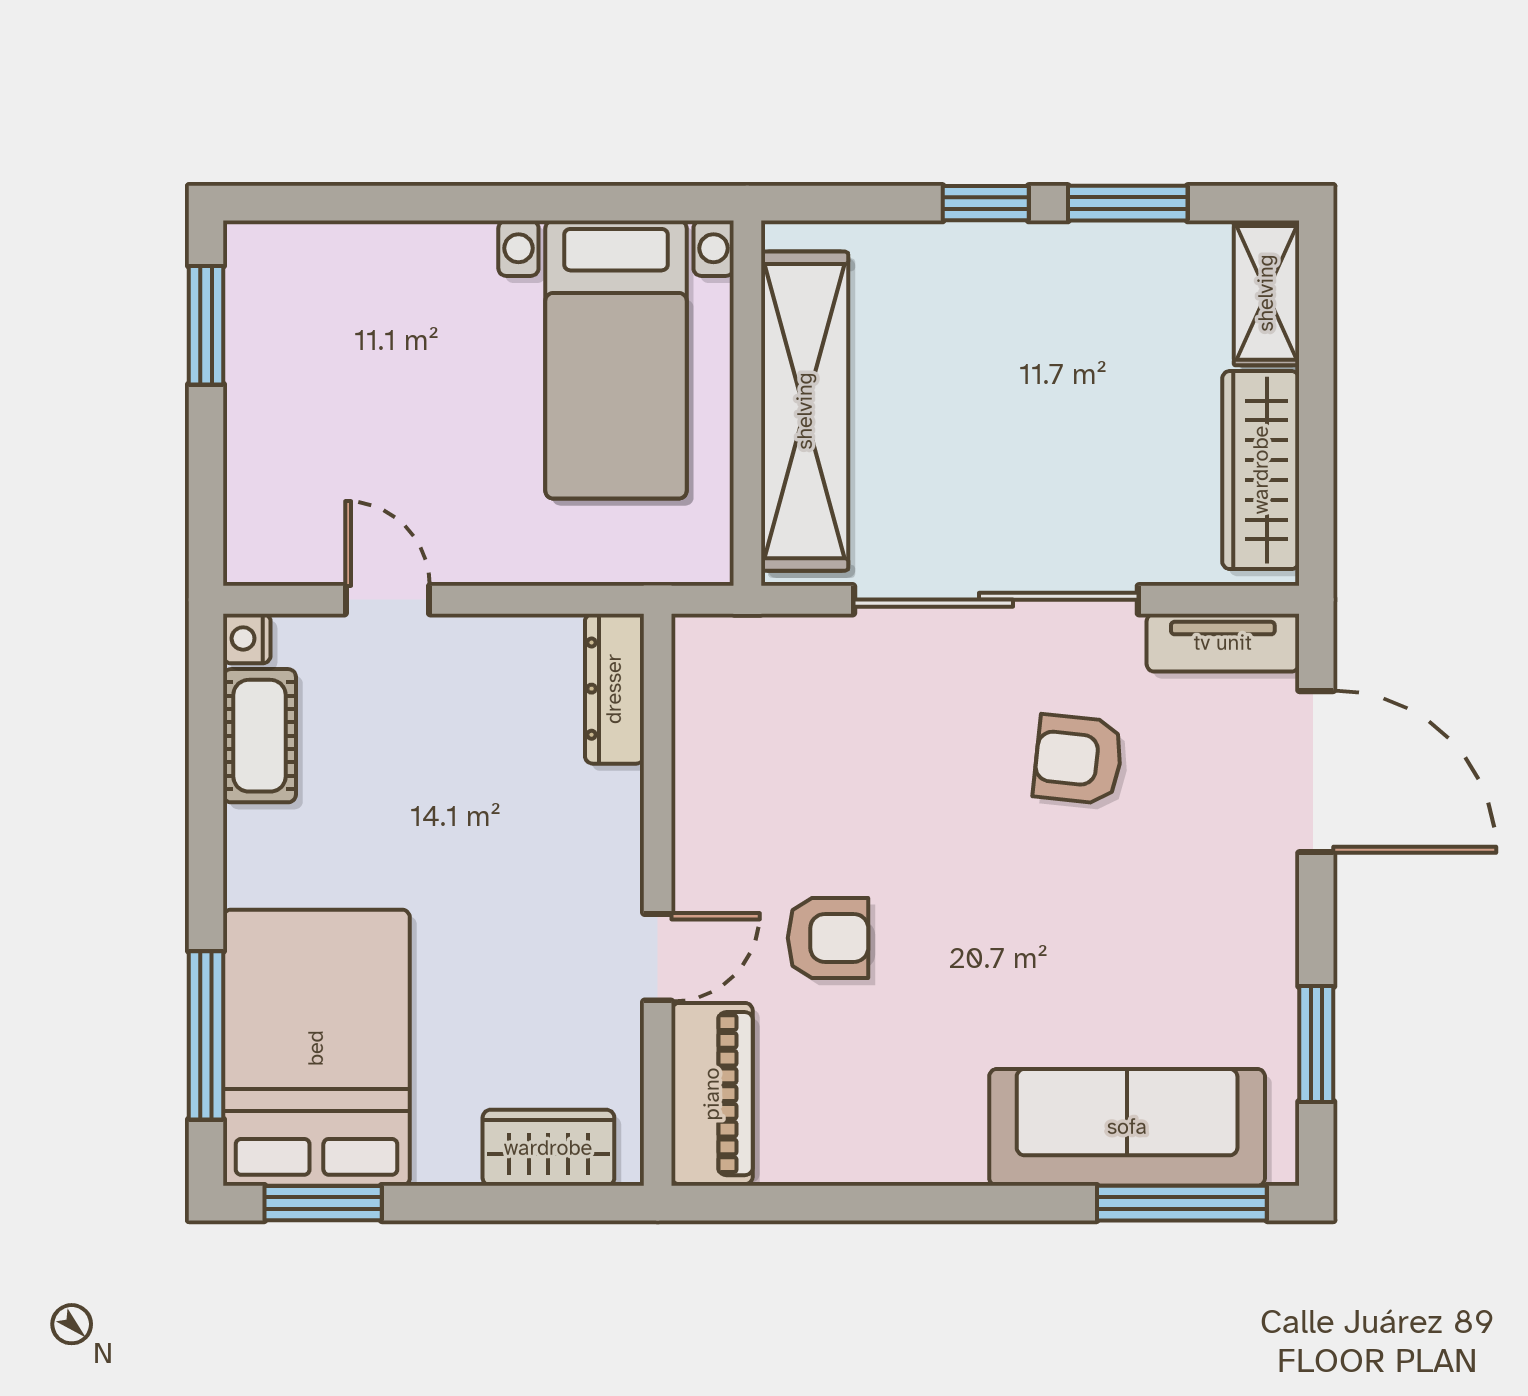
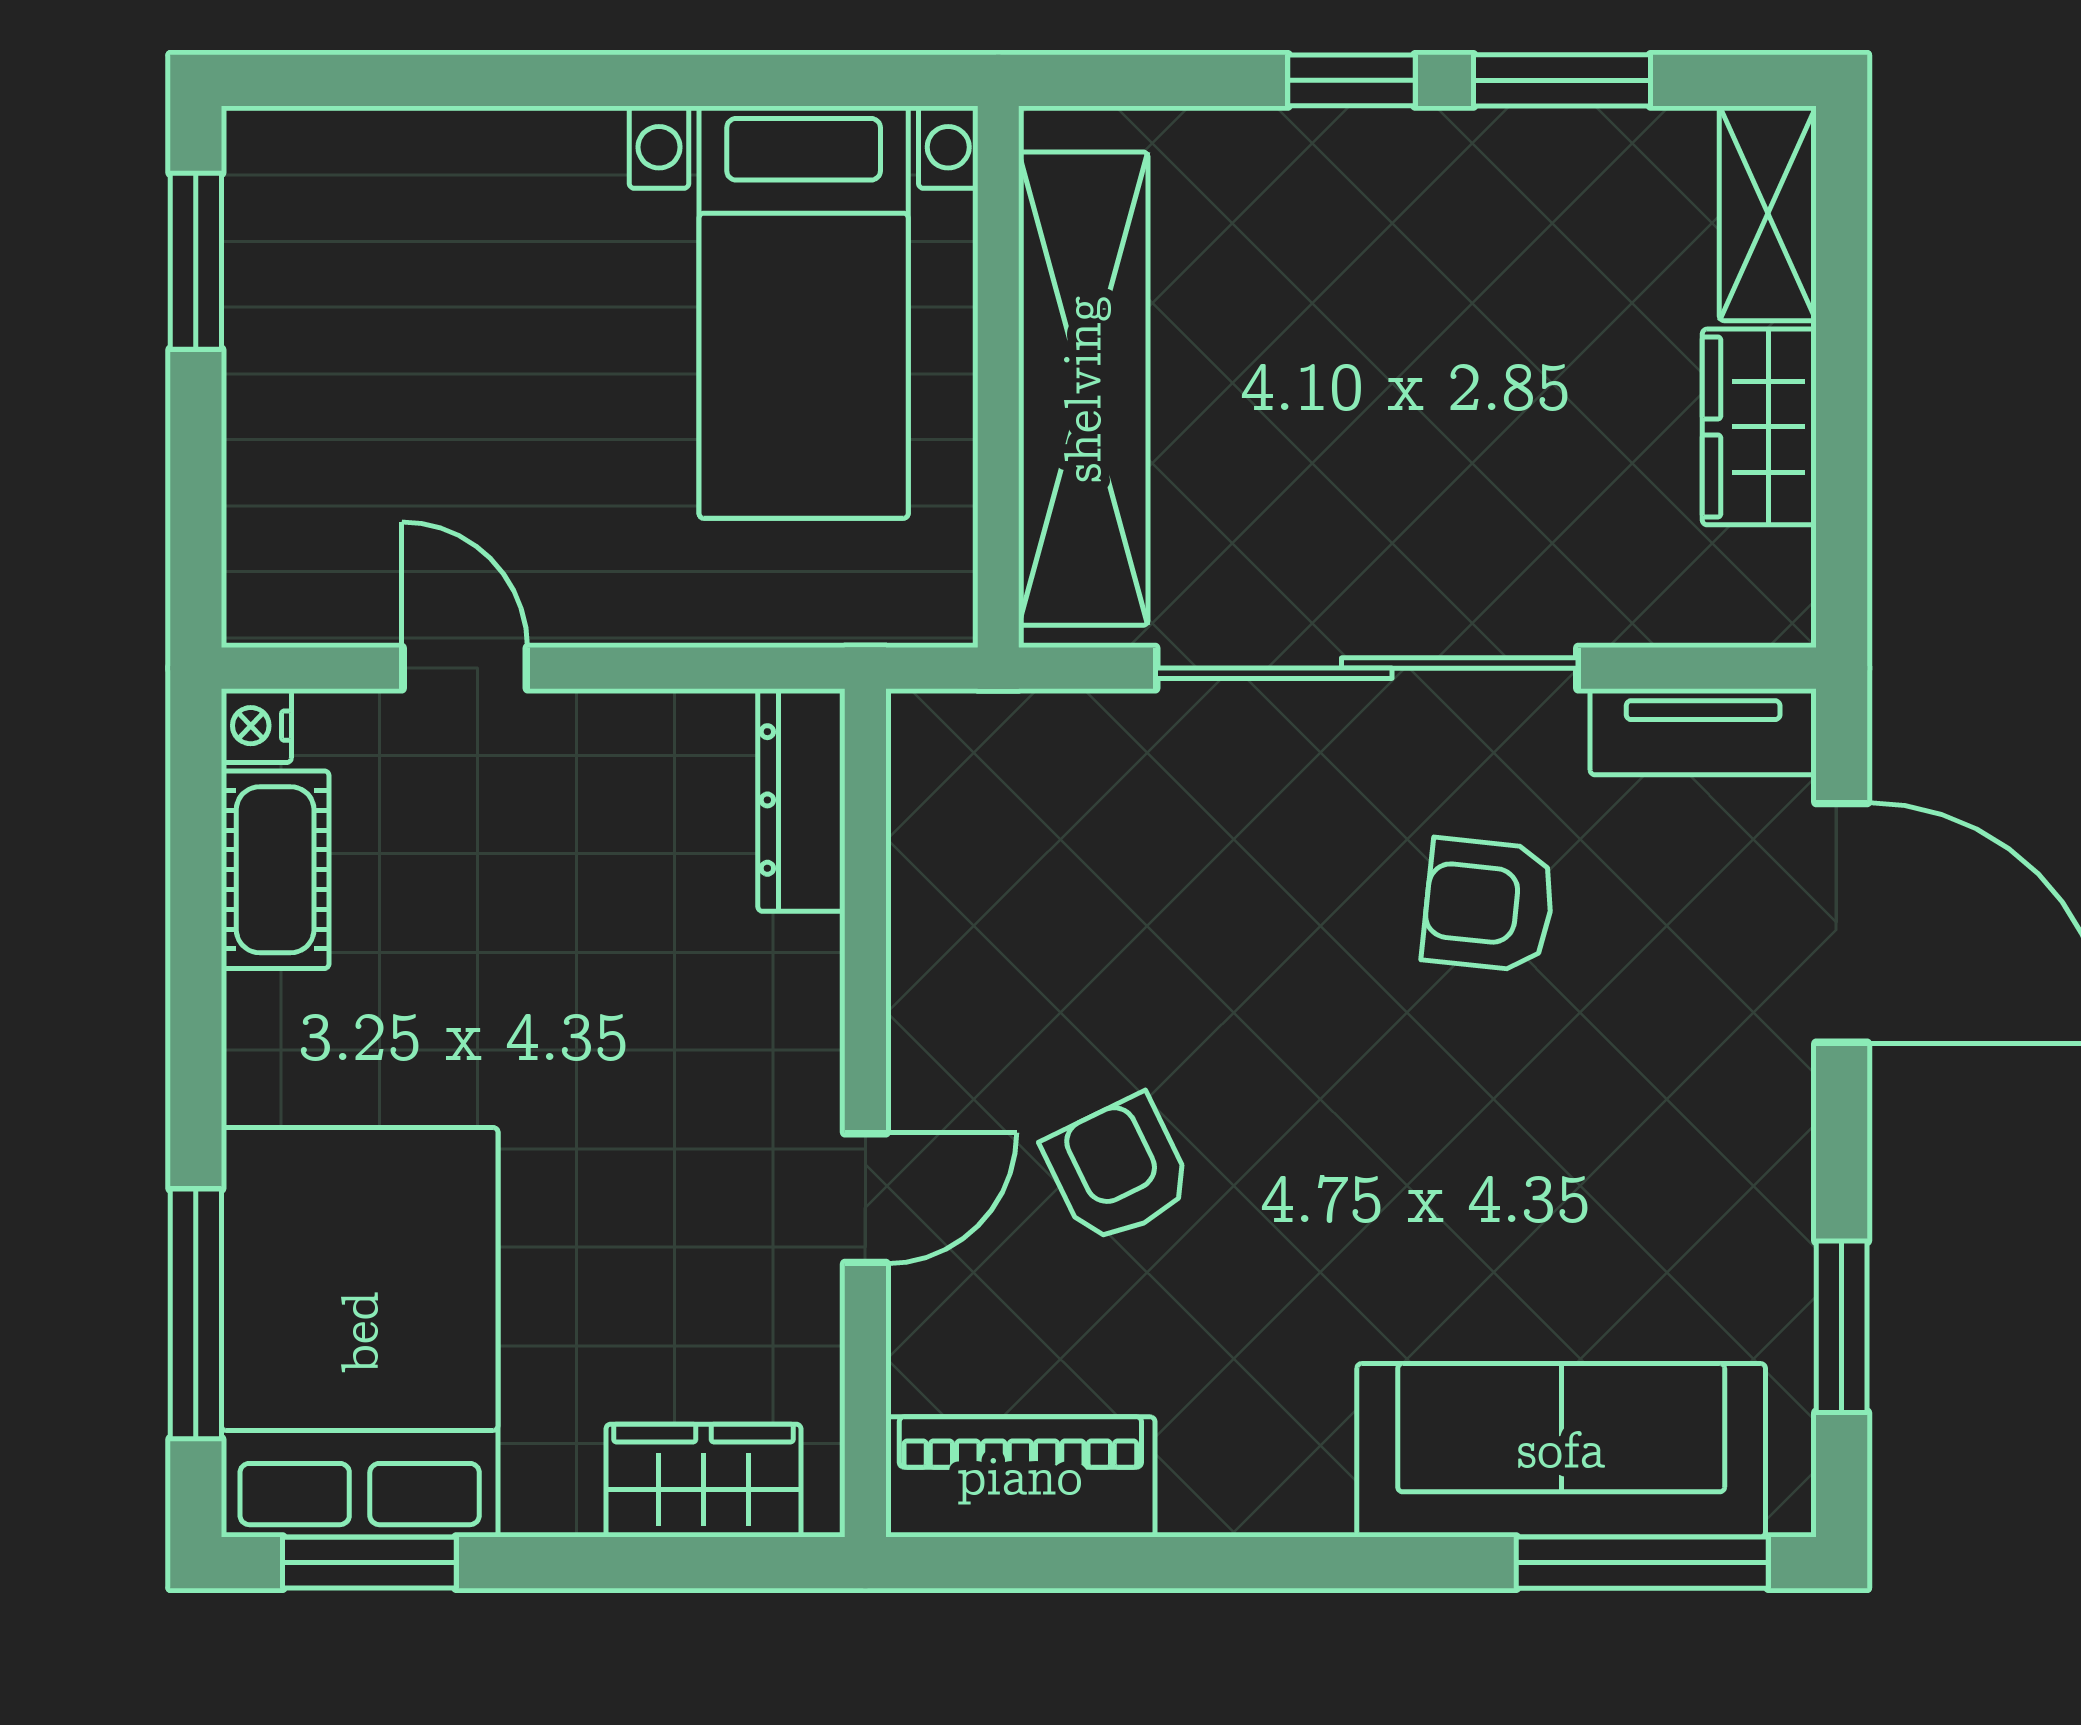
wardrobe: (1261, 470) -> (1759, 427), width x0.67
armchair: (828, 938) -> (1118, 1170), turned -116
piano: (712, 1094) -> (1020, 1477), moved, turned -90

